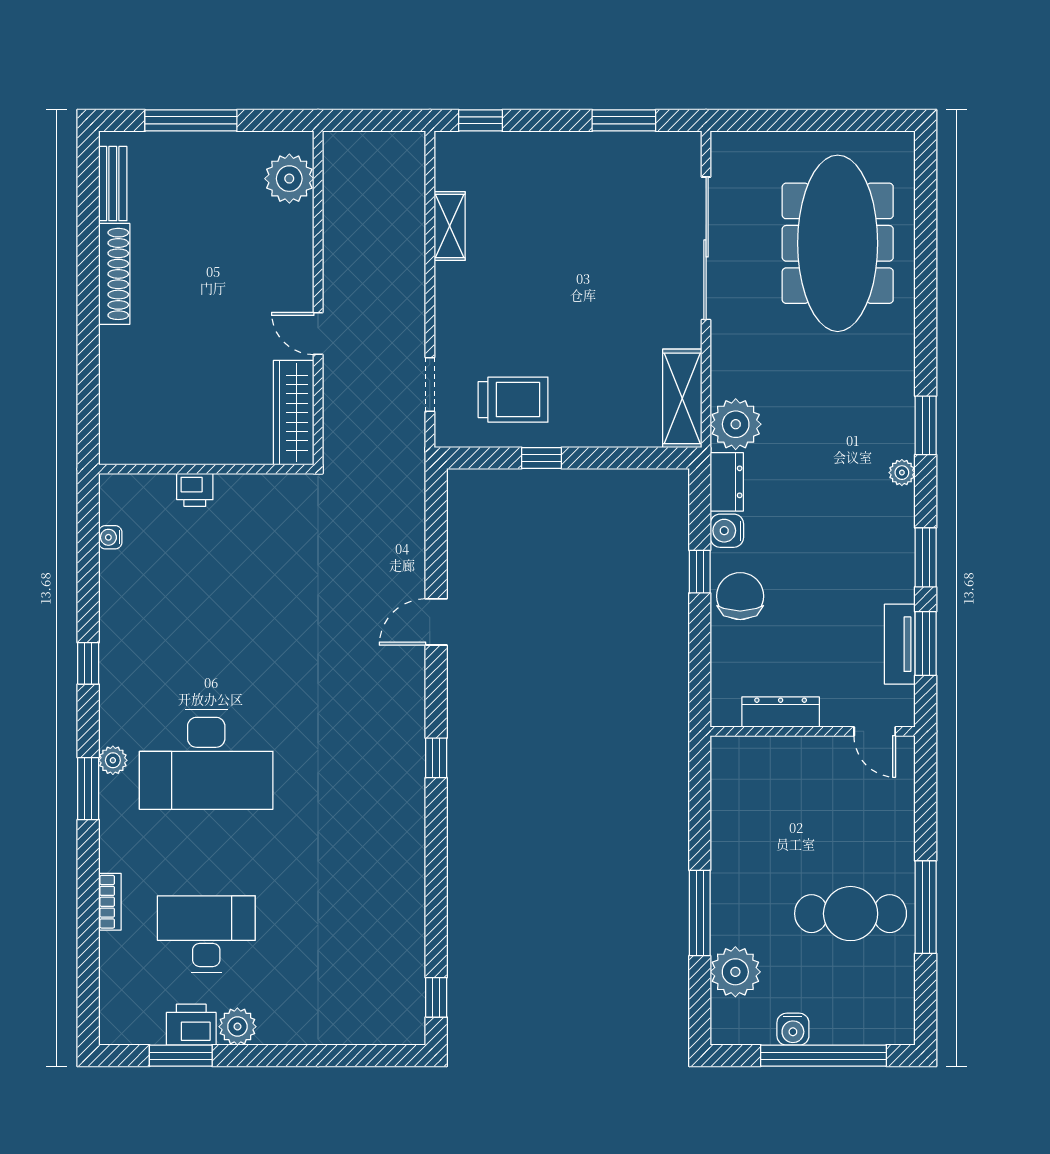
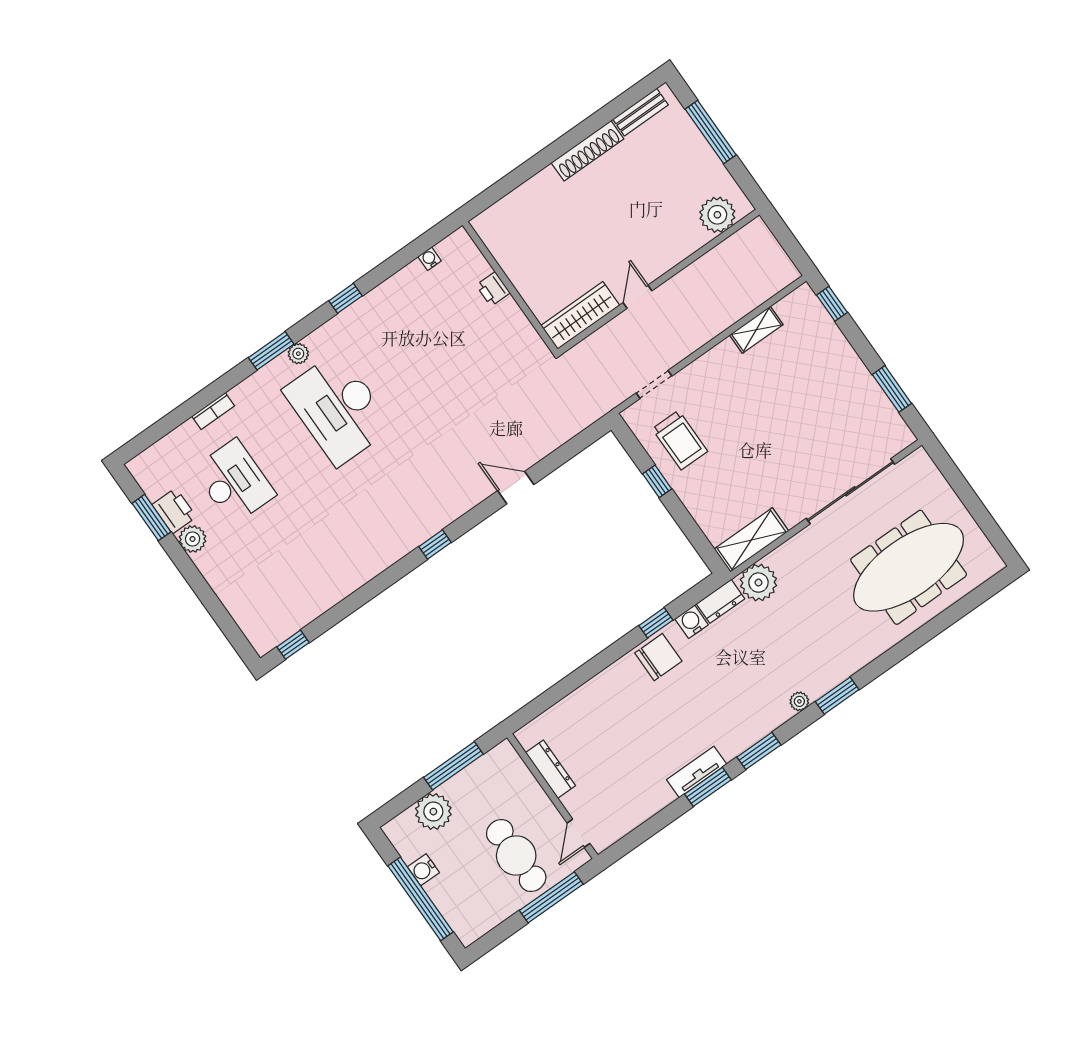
dresser: (781, 712) -> (551, 769), moved
wall: (813, 731) -> (552, 796), moved
door: (875, 731) -> (578, 833), moved

